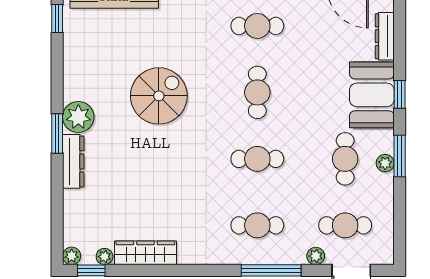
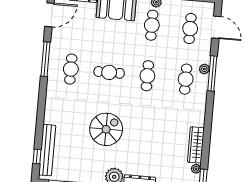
spiral stairs: (159, 96) -> (106, 129), turned 90
cafe table: (345, 159) -> (152, 25), turned 90
plant: (316, 256) -> (204, 69), moved

